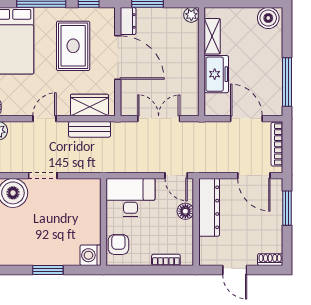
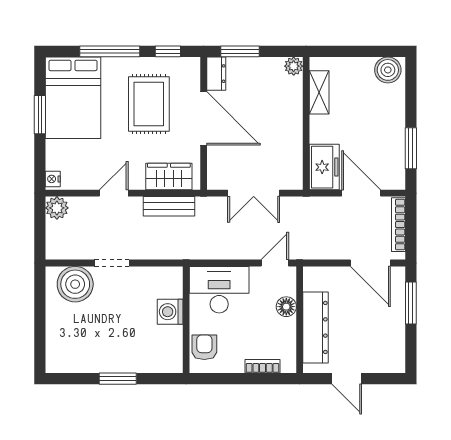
freezer: (216, 74) -> (324, 167), moved
window: (287, 82) -> (411, 148), width x0.69
double door: (159, 119) -> (254, 193), swing flipped
door: (176, 176) -> (275, 263), swing flipped
dresser: (209, 207) -> (315, 327), moved
washing machine: (90, 255) -> (170, 312), moved
shoe rack: (270, 260) -> (390, 366), removed

